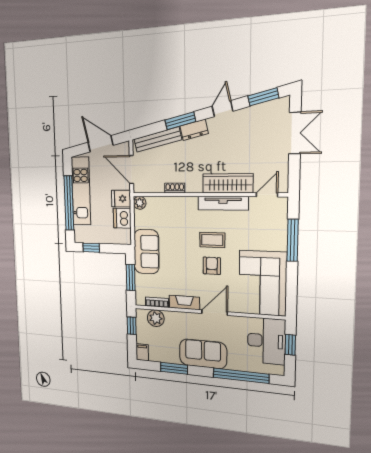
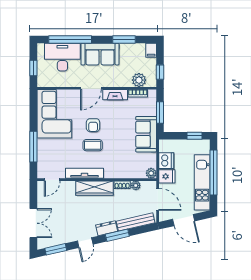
double door: (295, 133) -> (33, 223), swing flipped
wardrobe: (228, 183) -> (94, 188), moved
plant: (158, 187) -> (136, 185), added
desk: (266, 341) -> (62, 57), moved, turned 90

